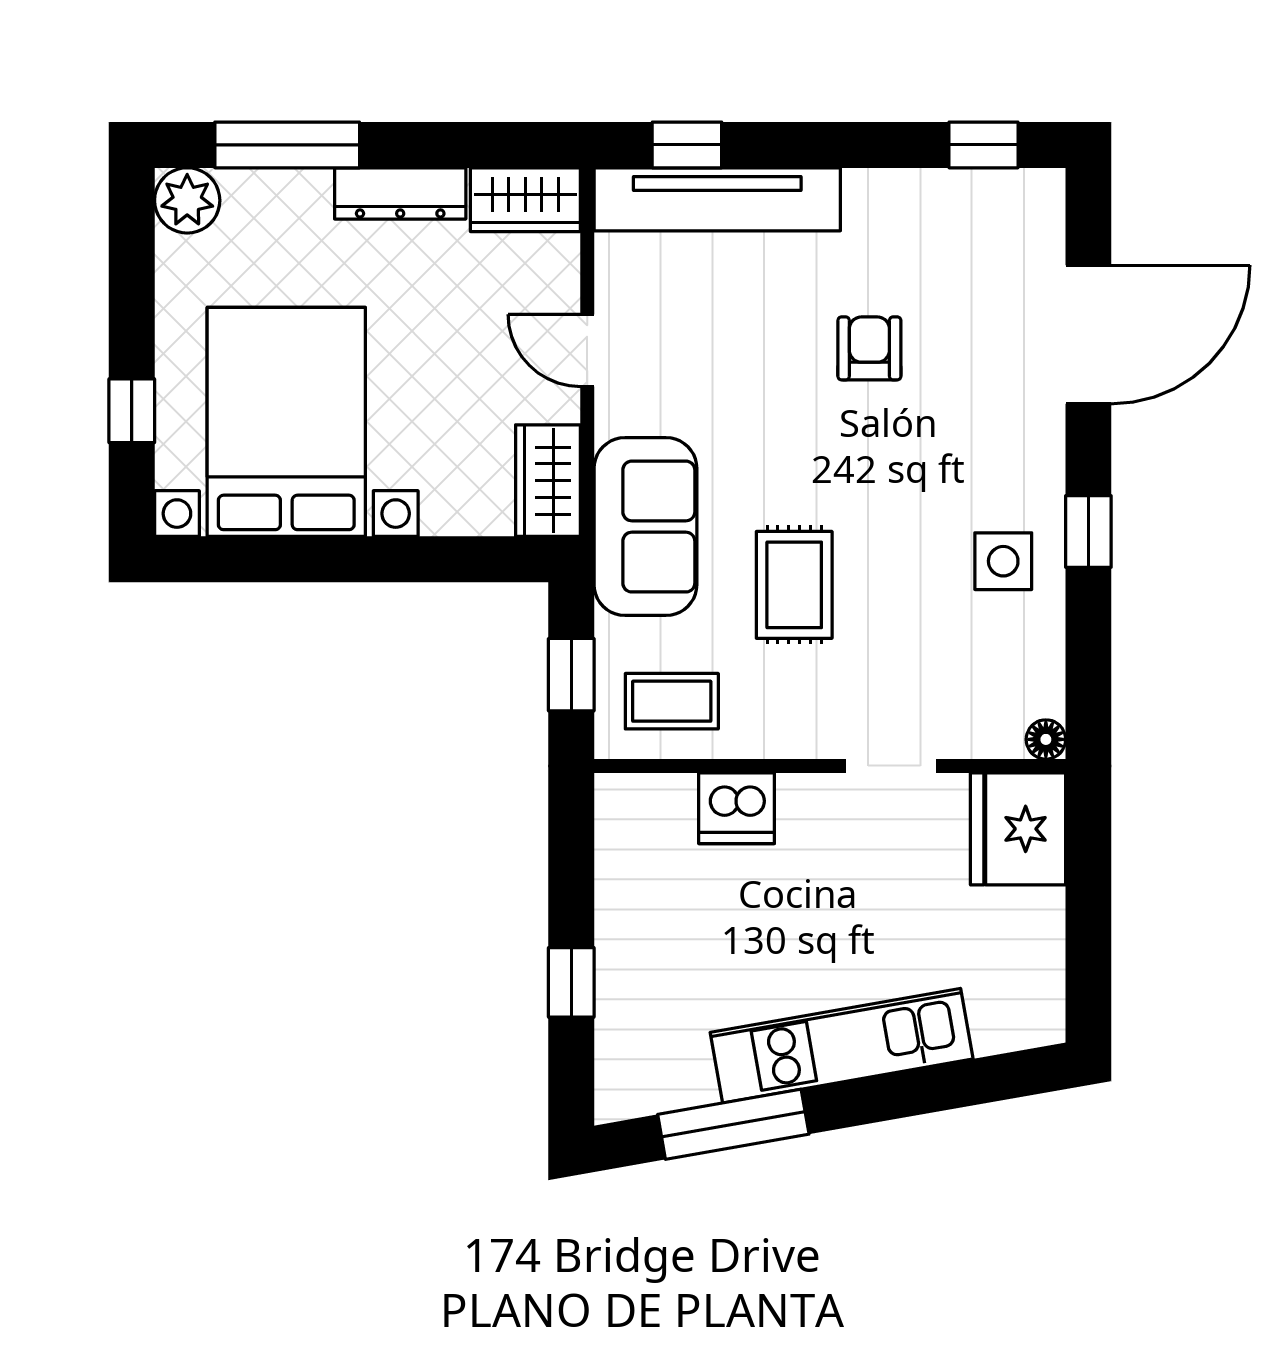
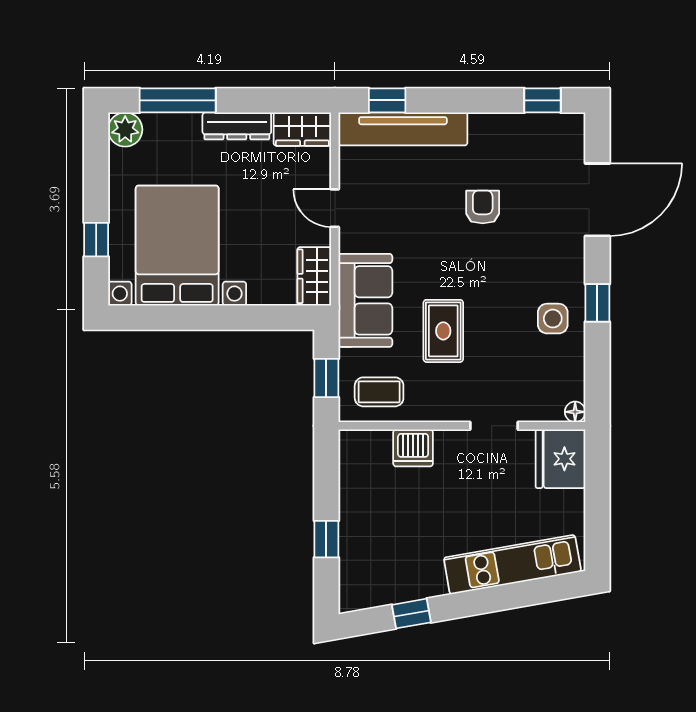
kitchen unit: (842, 1046) -> (512, 565), moved
window: (733, 1124) -> (411, 614), width x0.46

